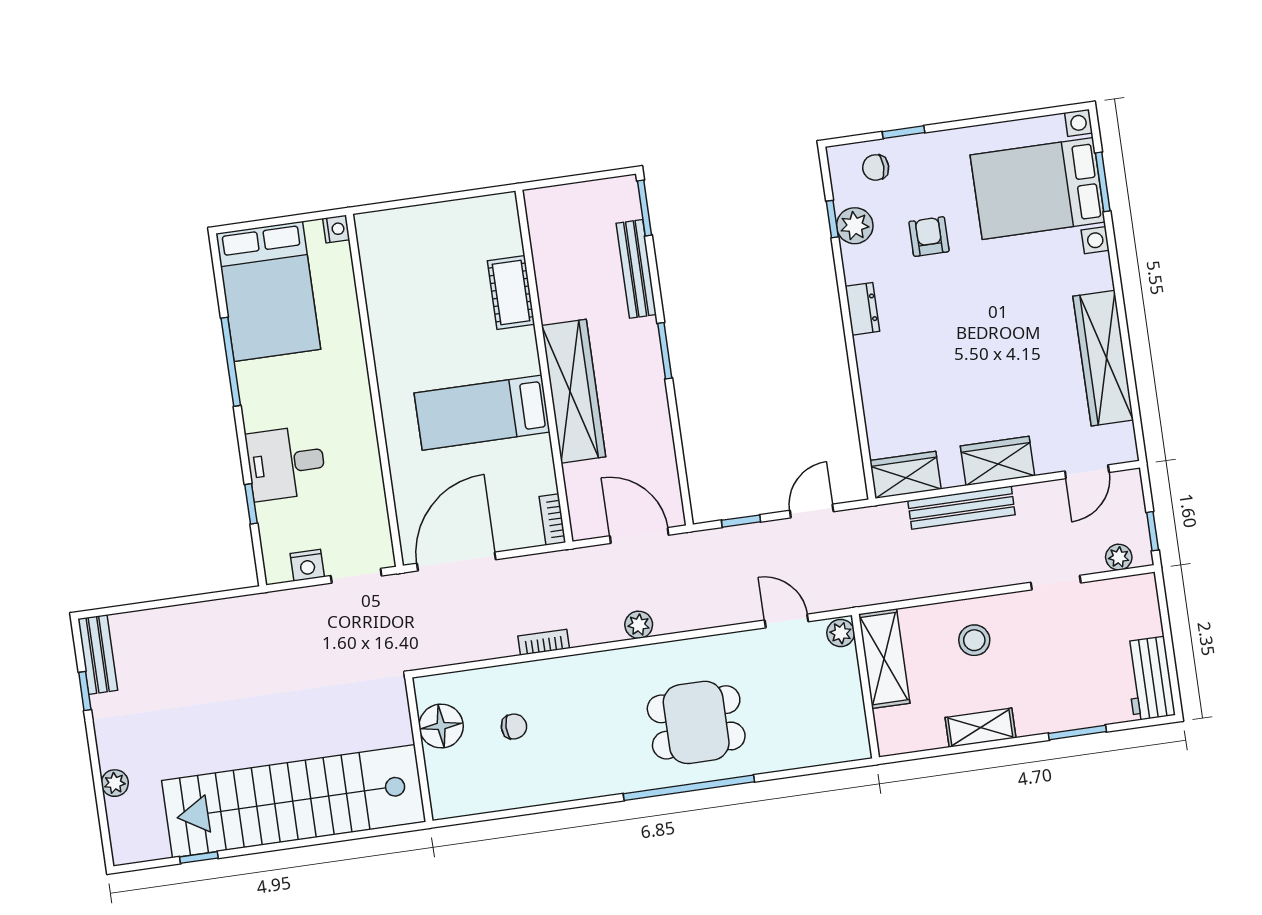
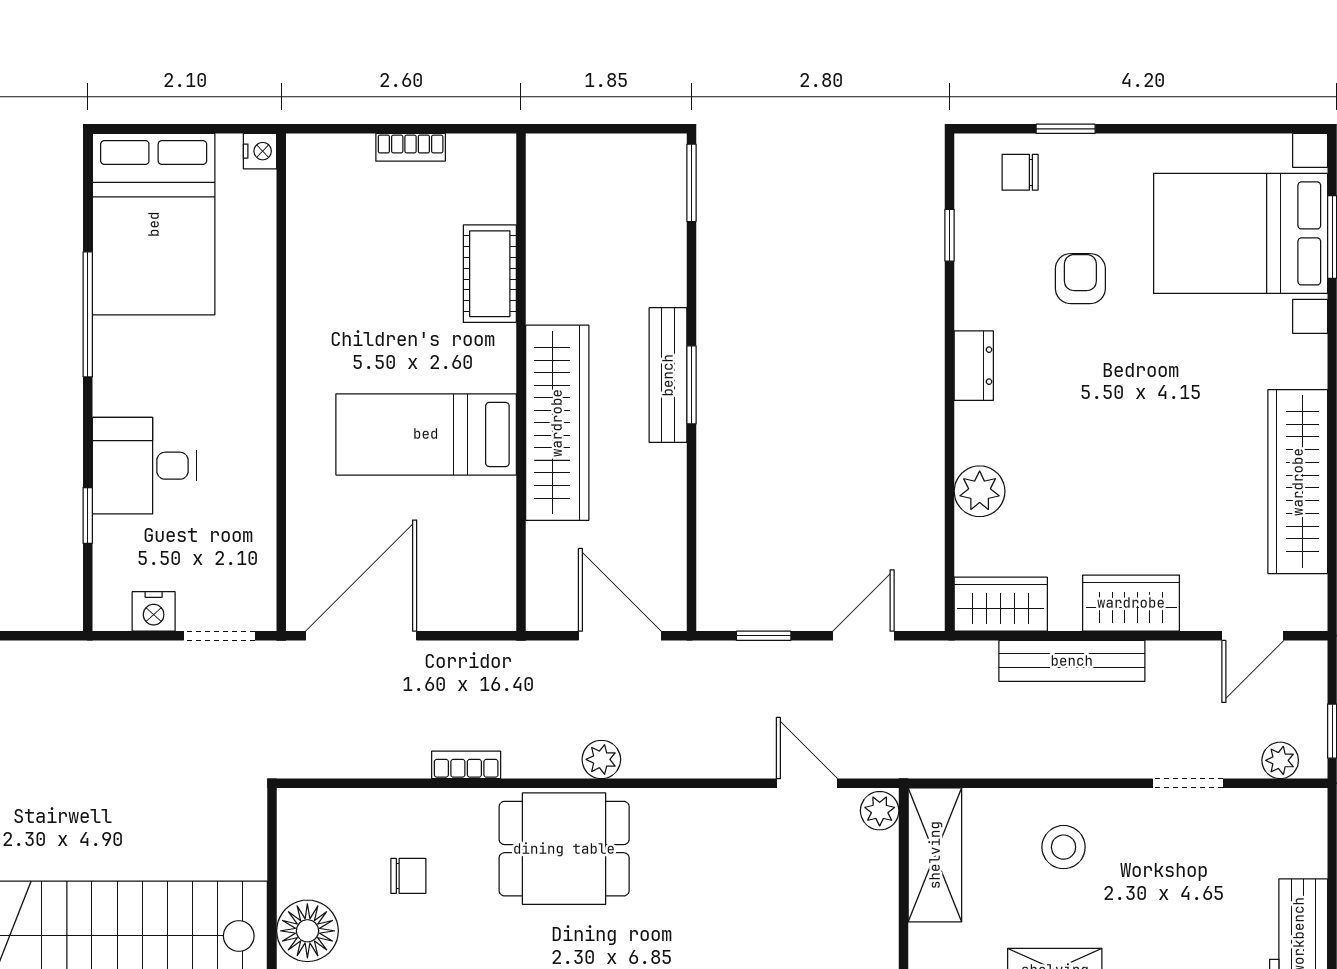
plant: (855, 226) -> (980, 491), moved
bench: (636, 269) -> (668, 375), moved
bookcase: (552, 519) -> (411, 147), moved, turned -90
dining table: (696, 722) -> (564, 849), moved
floor lamp: (441, 726) -> (307, 931), moved

